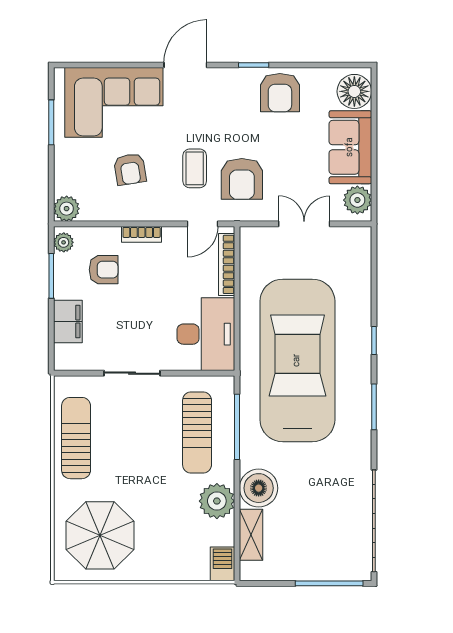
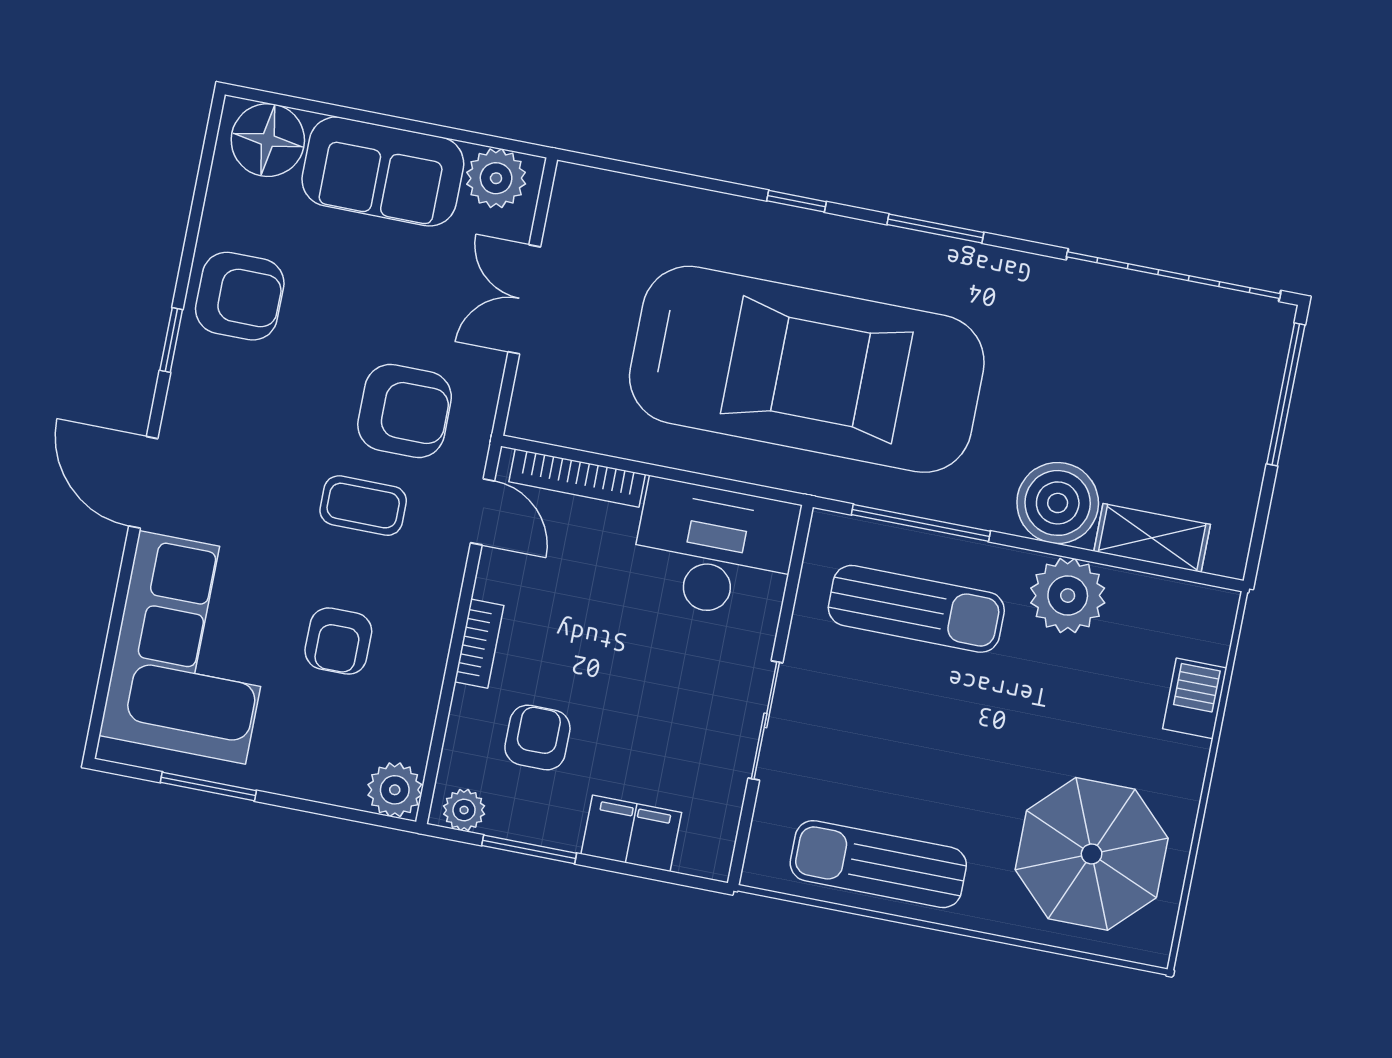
armchair: (130, 169) -> (338, 641), turned 99
car: (297, 360) -> (807, 369), turned 180
barbecue: (223, 564) -> (1195, 698), moved, turned 90

